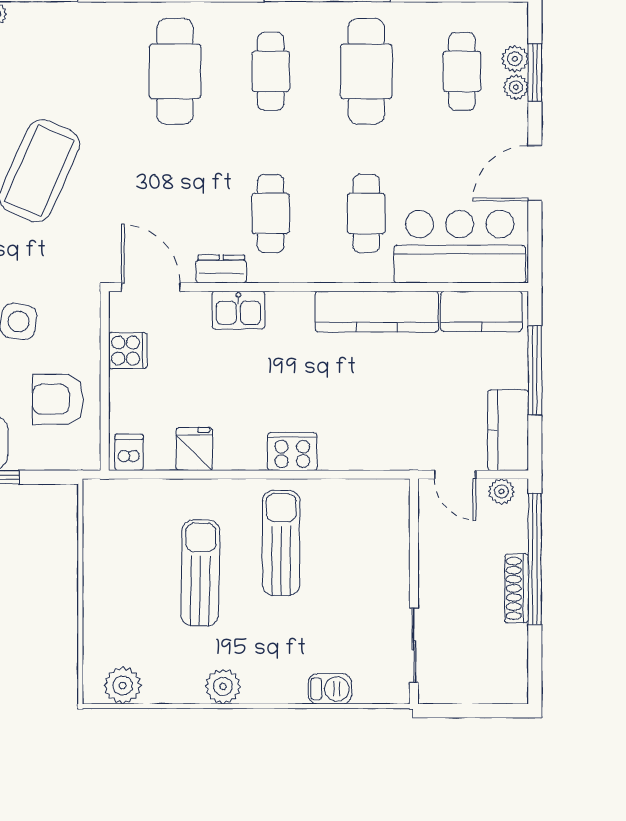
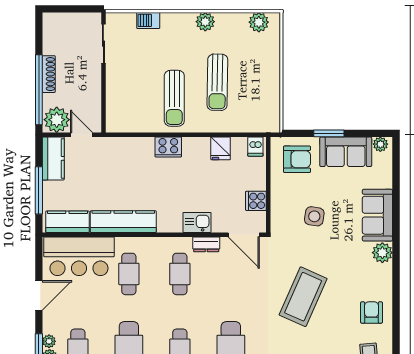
armchair: (58, 399) -> (297, 159), moved
plant: (501, 491) -> (57, 120), width x1.88, depth x1.88

